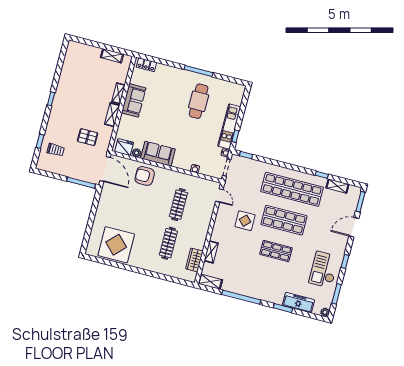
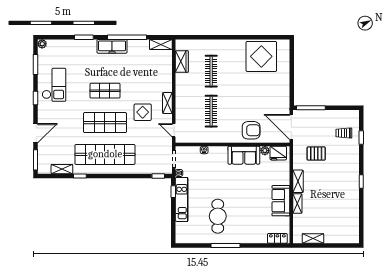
shelving: (211, 252) -> (167, 103), moved
freezer: (298, 303) -> (112, 46), moved

